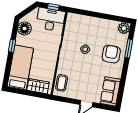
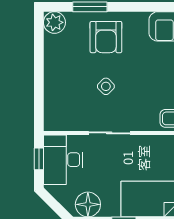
armchair: (111, 54) -> (106, 37), turned -90

